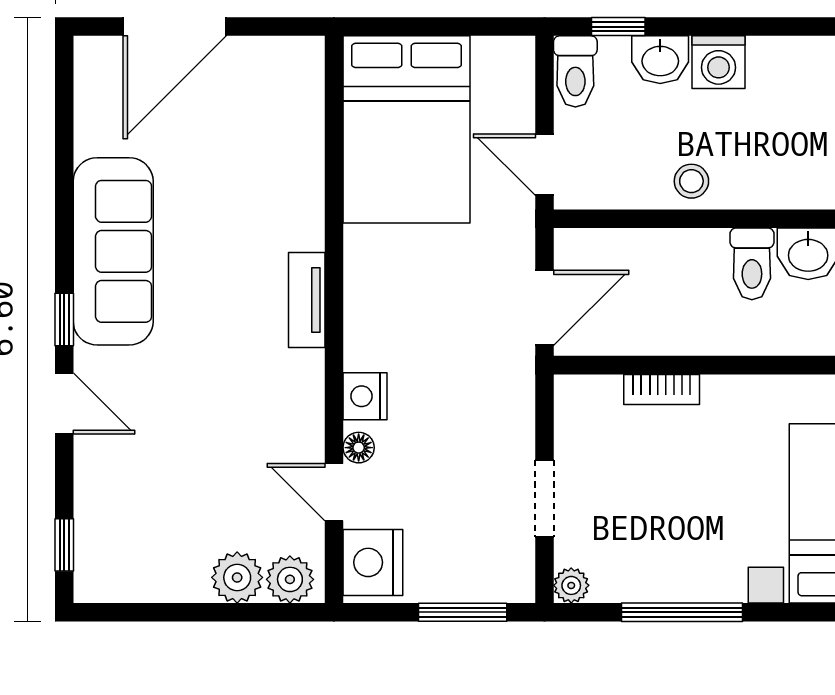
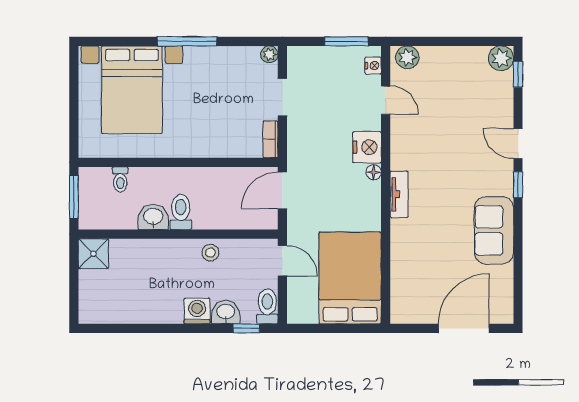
sofa: (113, 251) -> (494, 230), width x0.73
bookcase: (662, 389) -> (271, 139), moved, turned -90
nightstand: (365, 396) -> (367, 147), width x1.36, depth x1.33
floor lamp: (359, 448) -> (374, 172), moved
nightstand: (373, 562) -> (373, 66), width x0.53, depth x0.56
plant: (237, 577) -> (501, 58), moved
window: (463, 612) -> (346, 41), moved
window: (682, 612) -> (187, 41), moved

